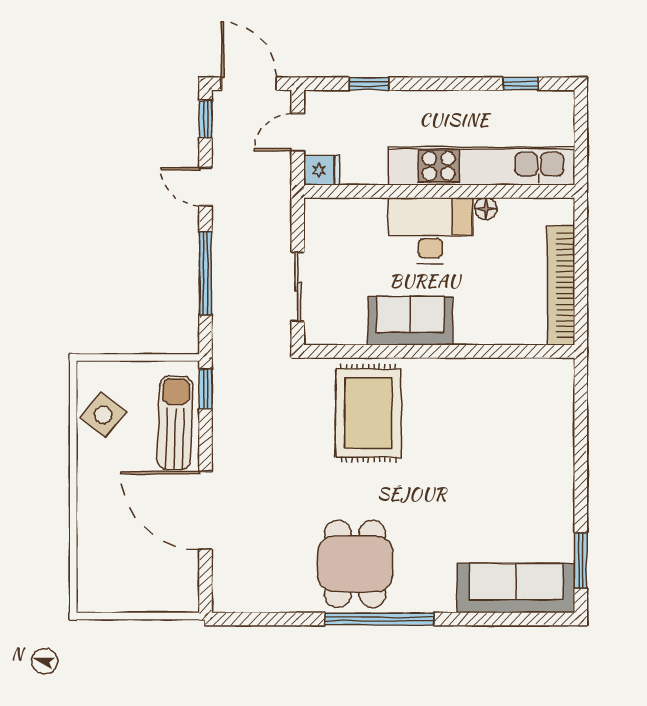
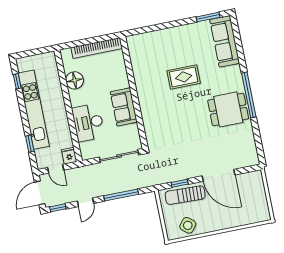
kitchen unit: (482, 166) -> (34, 110), moved, turned 180
floor lamp: (486, 209) -> (75, 80), width x1.89, depth x1.89
desk: (430, 230) -> (88, 123), moved
sliding door: (298, 287) -> (119, 156), width x1.37
window: (205, 389) -> (180, 183), moved
rug: (368, 413) -> (184, 77), moved, width x0.73, depth x0.70
door: (205, 510) -> (219, 175), hinge flipped

